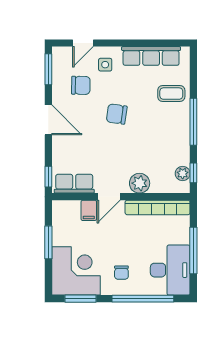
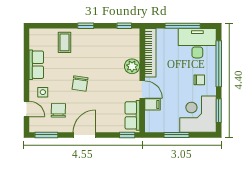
row of seats: (151, 56) -> (36, 65), width x0.68
window: (193, 122) -> (86, 26), width x0.46
plant: (183, 173) -> (125, 34), removed

